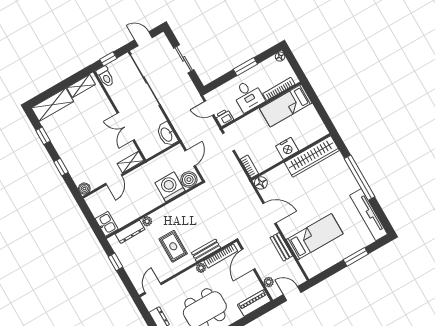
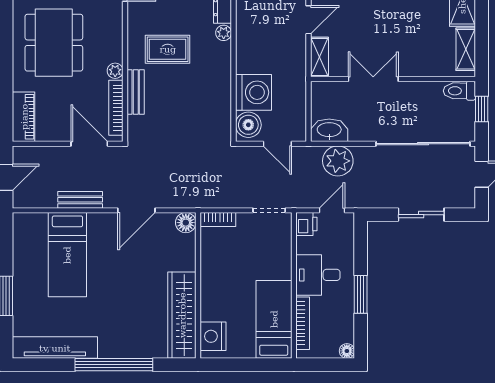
nightstand: (287, 148) -> (213, 336), moved
door: (114, 180) -> (308, 20), swing flipped
plant: (269, 282) -> (338, 161), moved, width x1.87, depth x1.87

